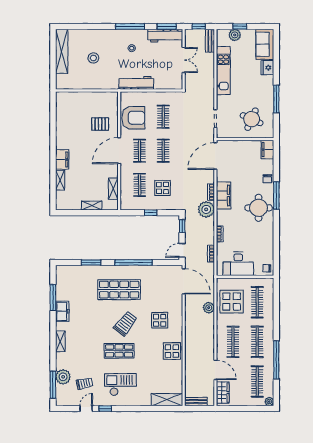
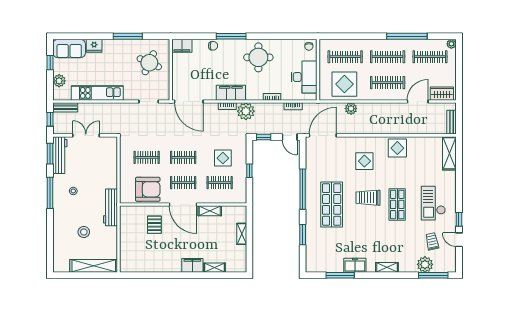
window: (240, 26) -> (50, 63), moved
shelving: (62, 51) -> (94, 266), moved
workbench: (136, 83) -> (110, 207), moved
armchair: (133, 118) -> (148, 189), turned 90
shelving: (113, 189) -> (210, 211), moved
round table: (259, 208) -> (258, 57), moved
trolley: (125, 324) -> (368, 198), turned -38

